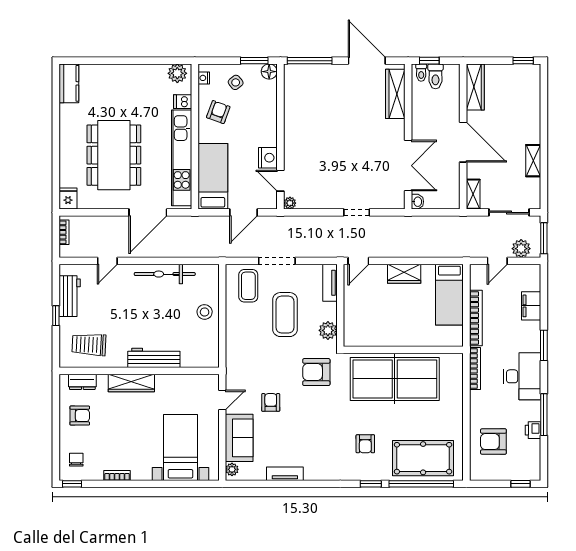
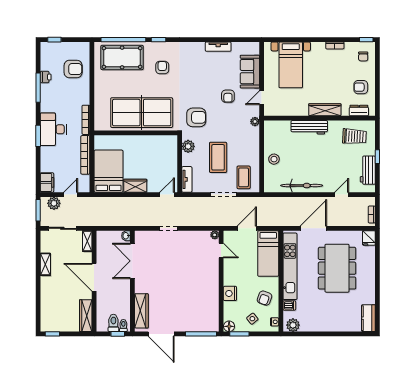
nightstand: (268, 158) -> (230, 293), moved
bed: (449, 295) -> (109, 171), width x1.50
filing cabinet: (531, 306) -> (47, 182), moved
desk: (522, 376) -> (53, 129), moved
plant: (232, 469) -> (255, 122), moved

